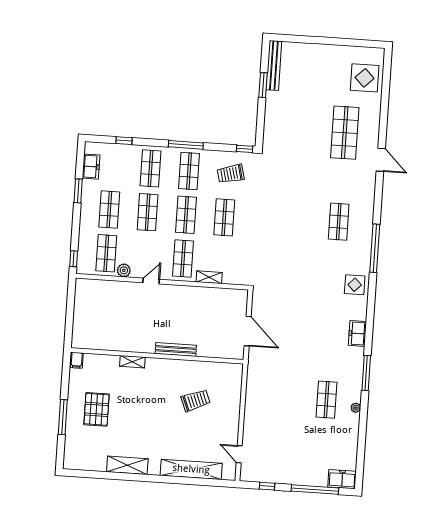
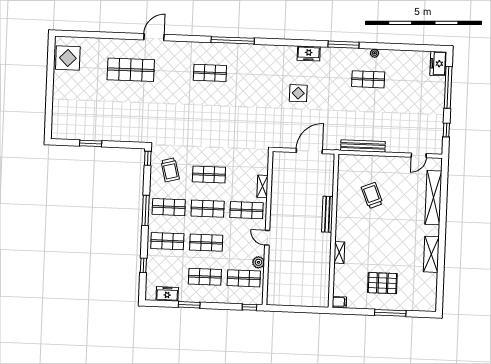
bench: (274, 65) -> (363, 146), moved
display table: (365, 78) -> (68, 58), moved
display table: (355, 285) -> (298, 93), moved

